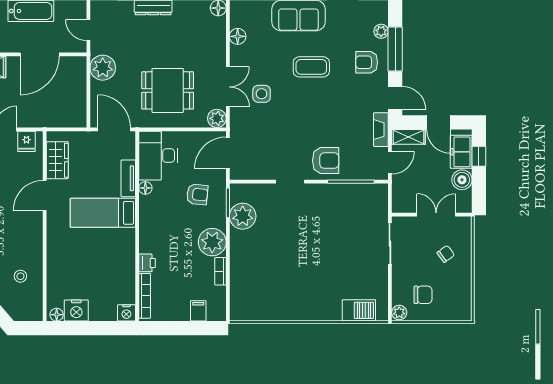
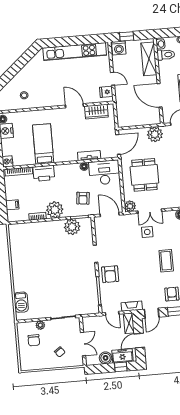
bed: (103, 213) -> (43, 144), moved
printer: (147, 263) -> (44, 173), width x1.87, depth x1.48
plant: (399, 313) -> (40, 325), moved

